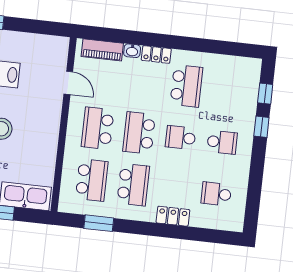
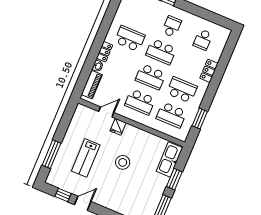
fridge: (52, 107) -> (118, 127), added
school desk: (181, 138) -> (161, 52), width x1.85
school desk: (92, 180) -> (171, 115), turned 180

